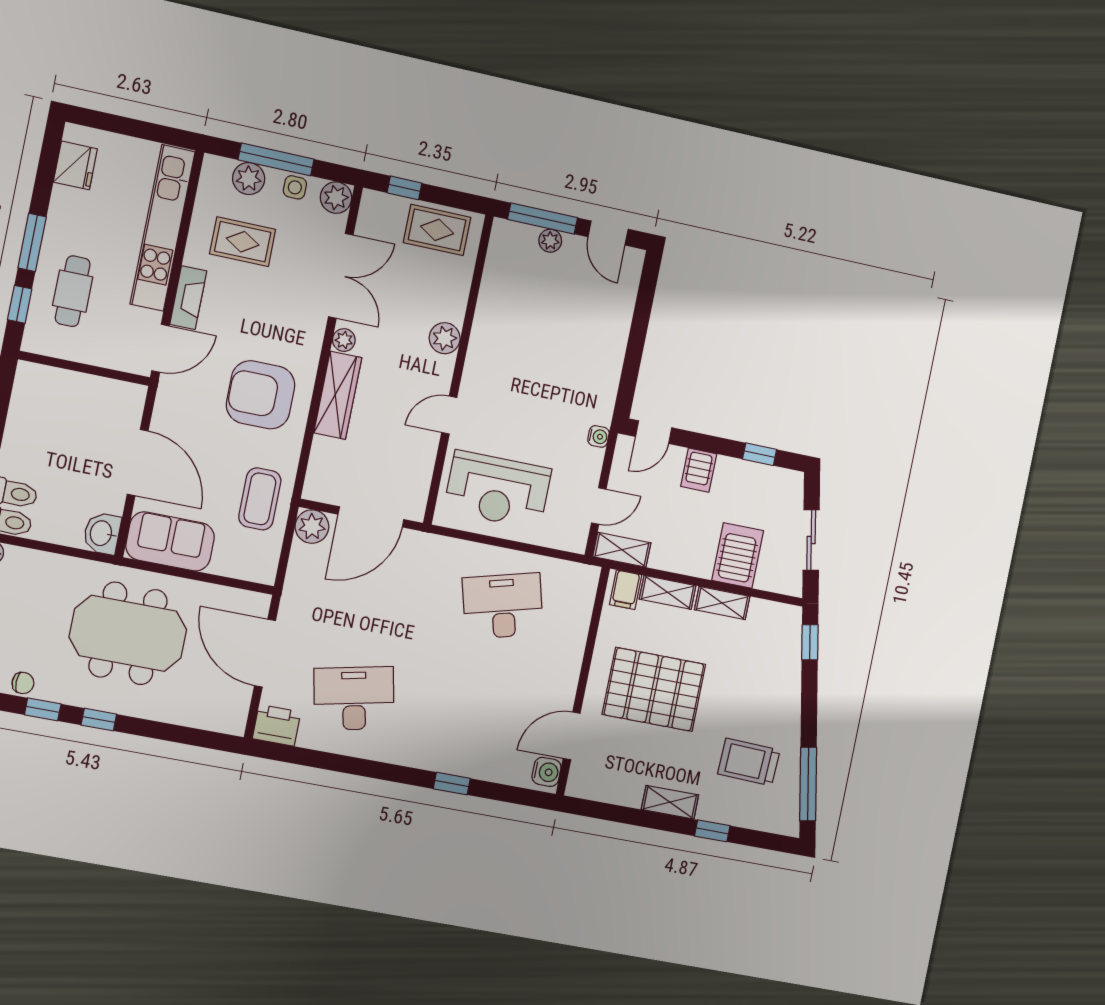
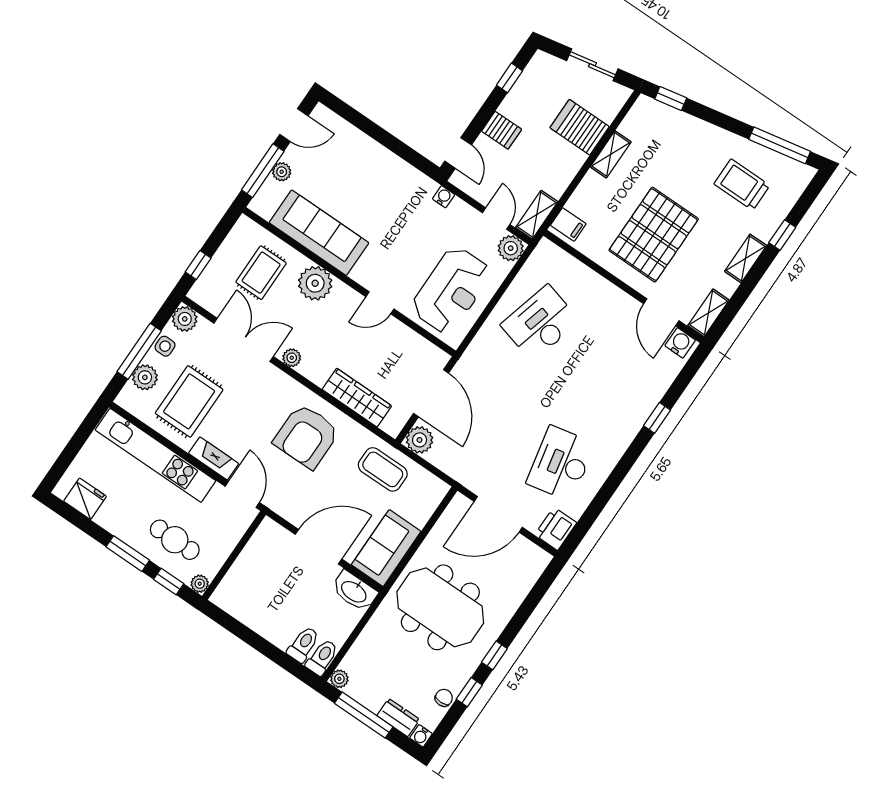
rug: (437, 230) -> (261, 273), moved
rug: (243, 242) -> (189, 401), width x1.36, depth x1.43
sofa: (499, 312) -> (319, 233), added
plant: (445, 338) -> (315, 283), width x1.36, depth x1.36
plant: (33, 342) -> (200, 584), added
wardrobe: (338, 395) -> (357, 398), moved
door: (449, 415) -> (380, 303), hinge flipped
washbasin: (102, 533) -> (354, 591), width x1.38
plant: (573, 537) -> (511, 248), added
shelving: (668, 592) -> (709, 313), moved
desk: (503, 606) -> (540, 323), turned 30
meeting table: (128, 633) -> (440, 607), turned 90
trolley: (749, 762) -> (742, 185), turned 88

